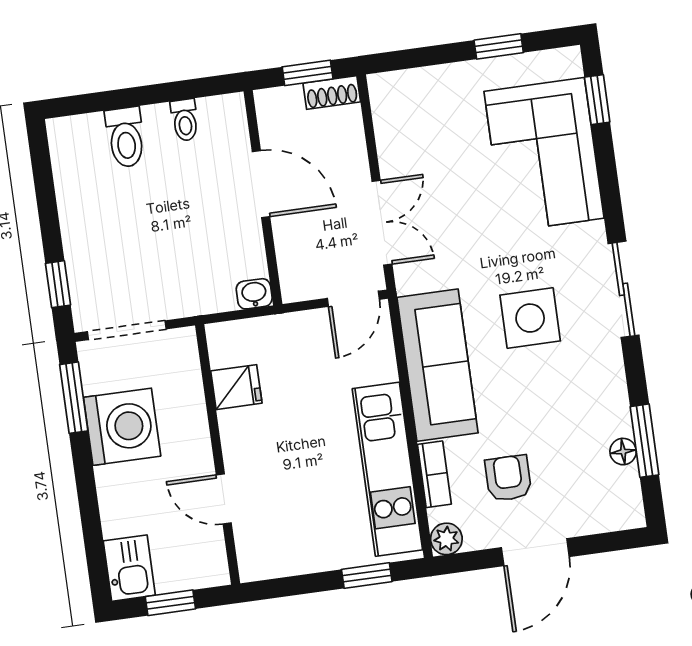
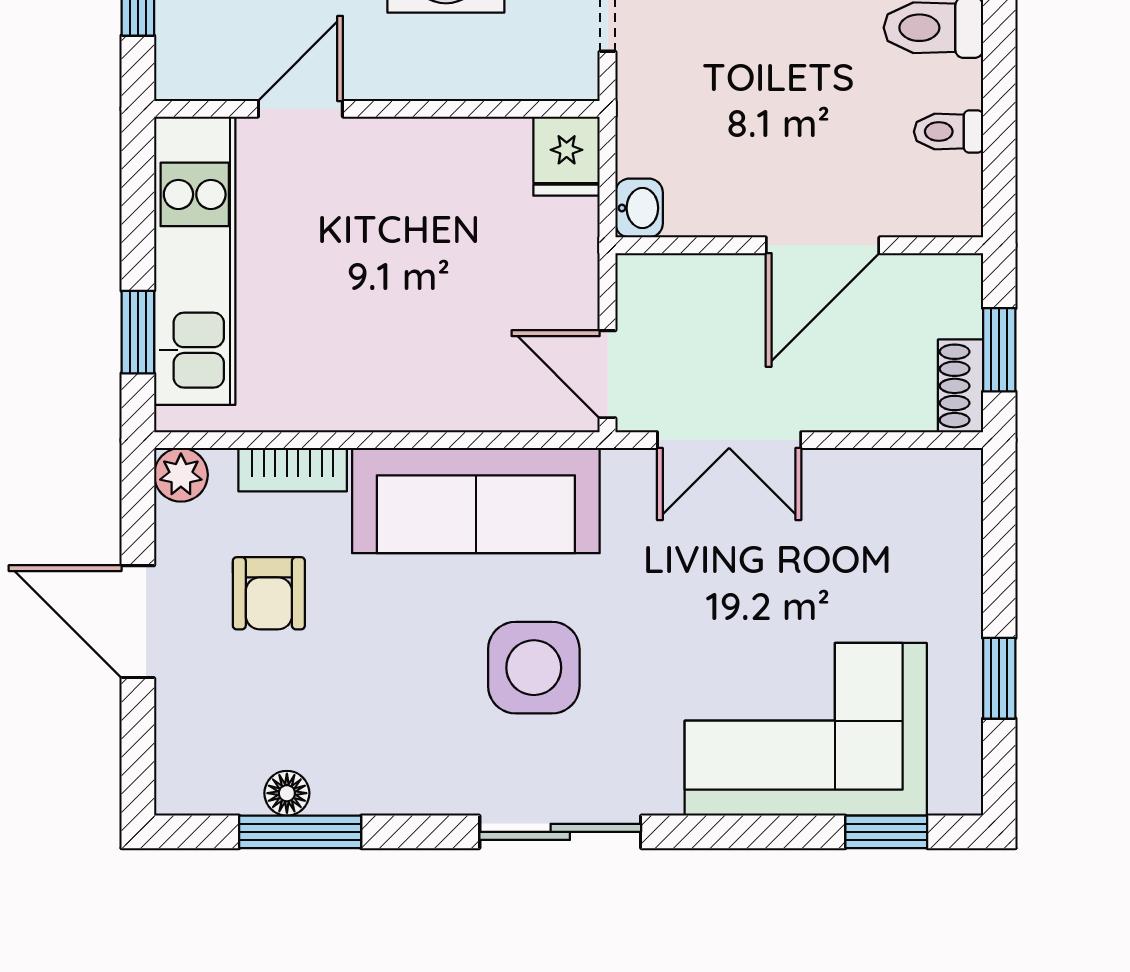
fridge: (236, 387) -> (567, 156), moved
kitchen unit: (387, 469) -> (195, 261), moved, turned 90
armchair: (508, 478) -> (269, 593), turned 90

